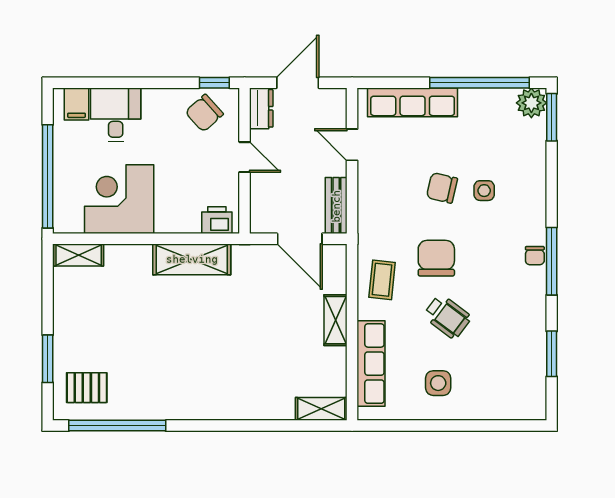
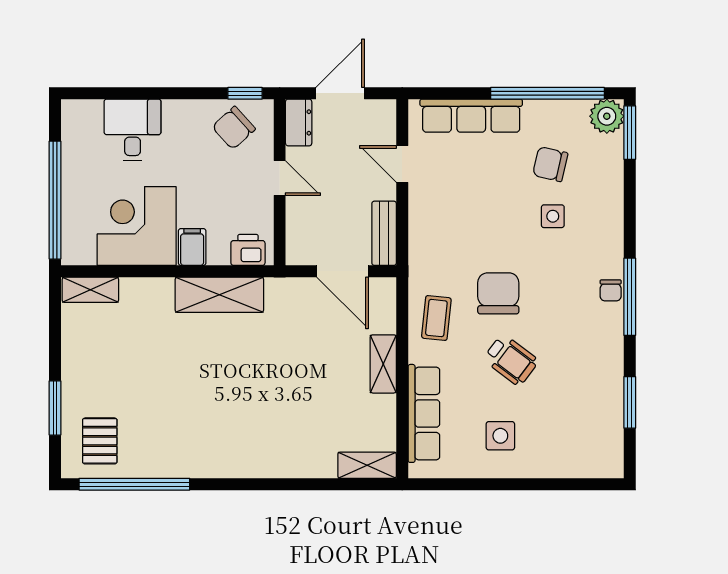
filing cabinet: (76, 104) -> (192, 247), moved, turned 180
chair: (442, 188) -> (550, 164), moved
pallet: (87, 388) -> (100, 441), turned 90

